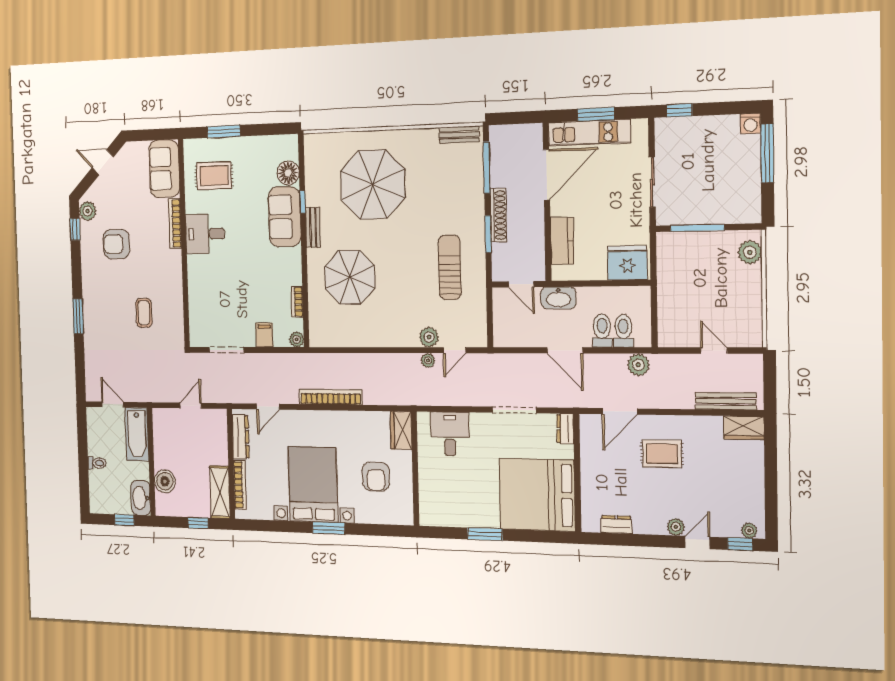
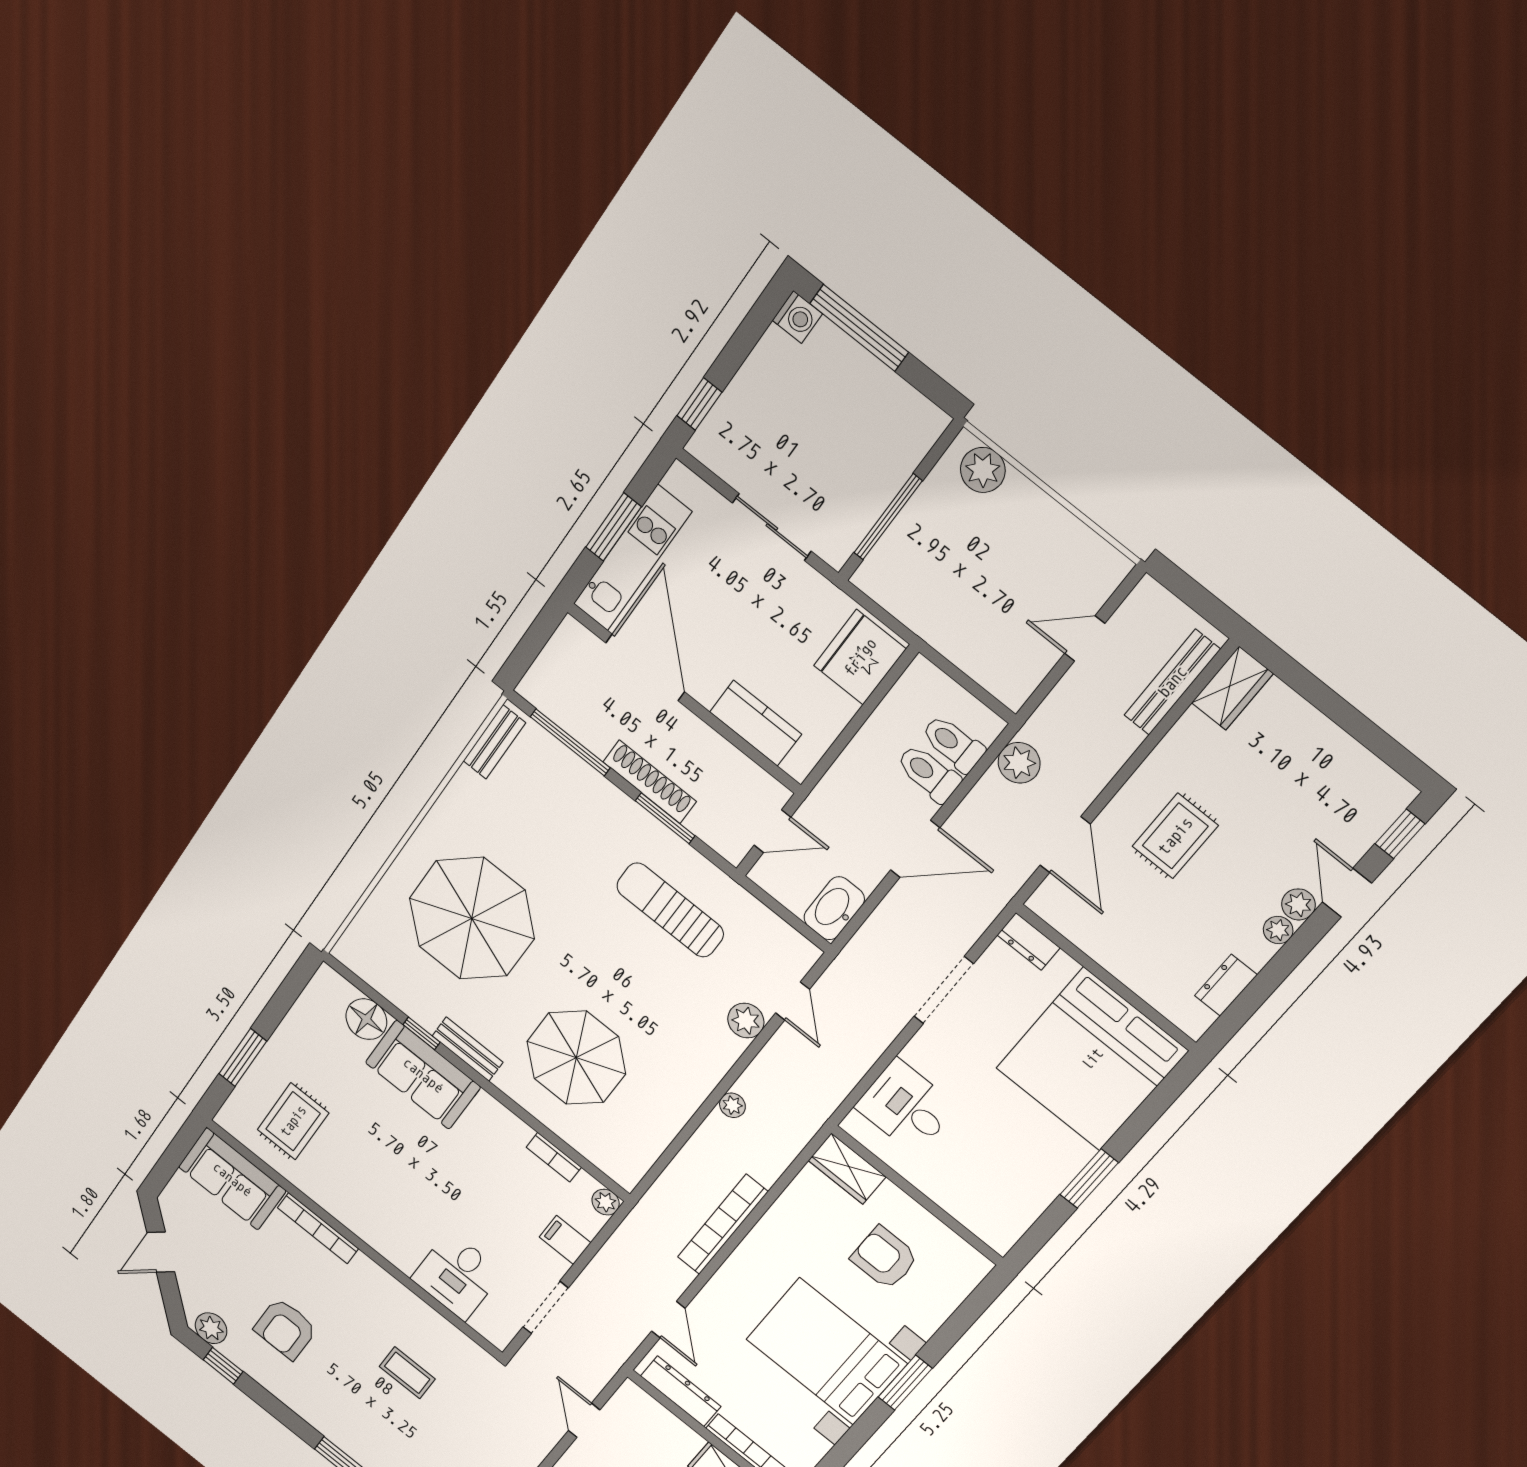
desk: (205, 234) -> (457, 1276), moved
washbasin: (558, 298) -> (834, 908), moved, turned 180
plant: (428, 360) -> (732, 1105), moved
armchair: (376, 477) -> (885, 1258), turned 180
plant: (749, 531) -> (1278, 930), moved

